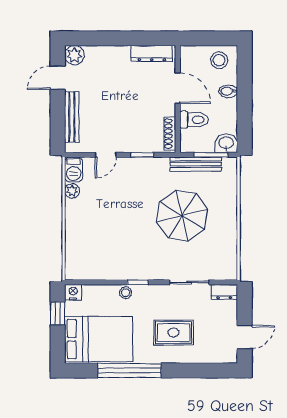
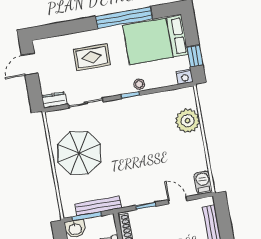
door: (106, 155) -> (177, 200), hinge flipped
plant: (72, 191) -> (188, 121), moved, width x1.87, depth x1.87
parasol: (182, 216) -> (79, 153), moved

